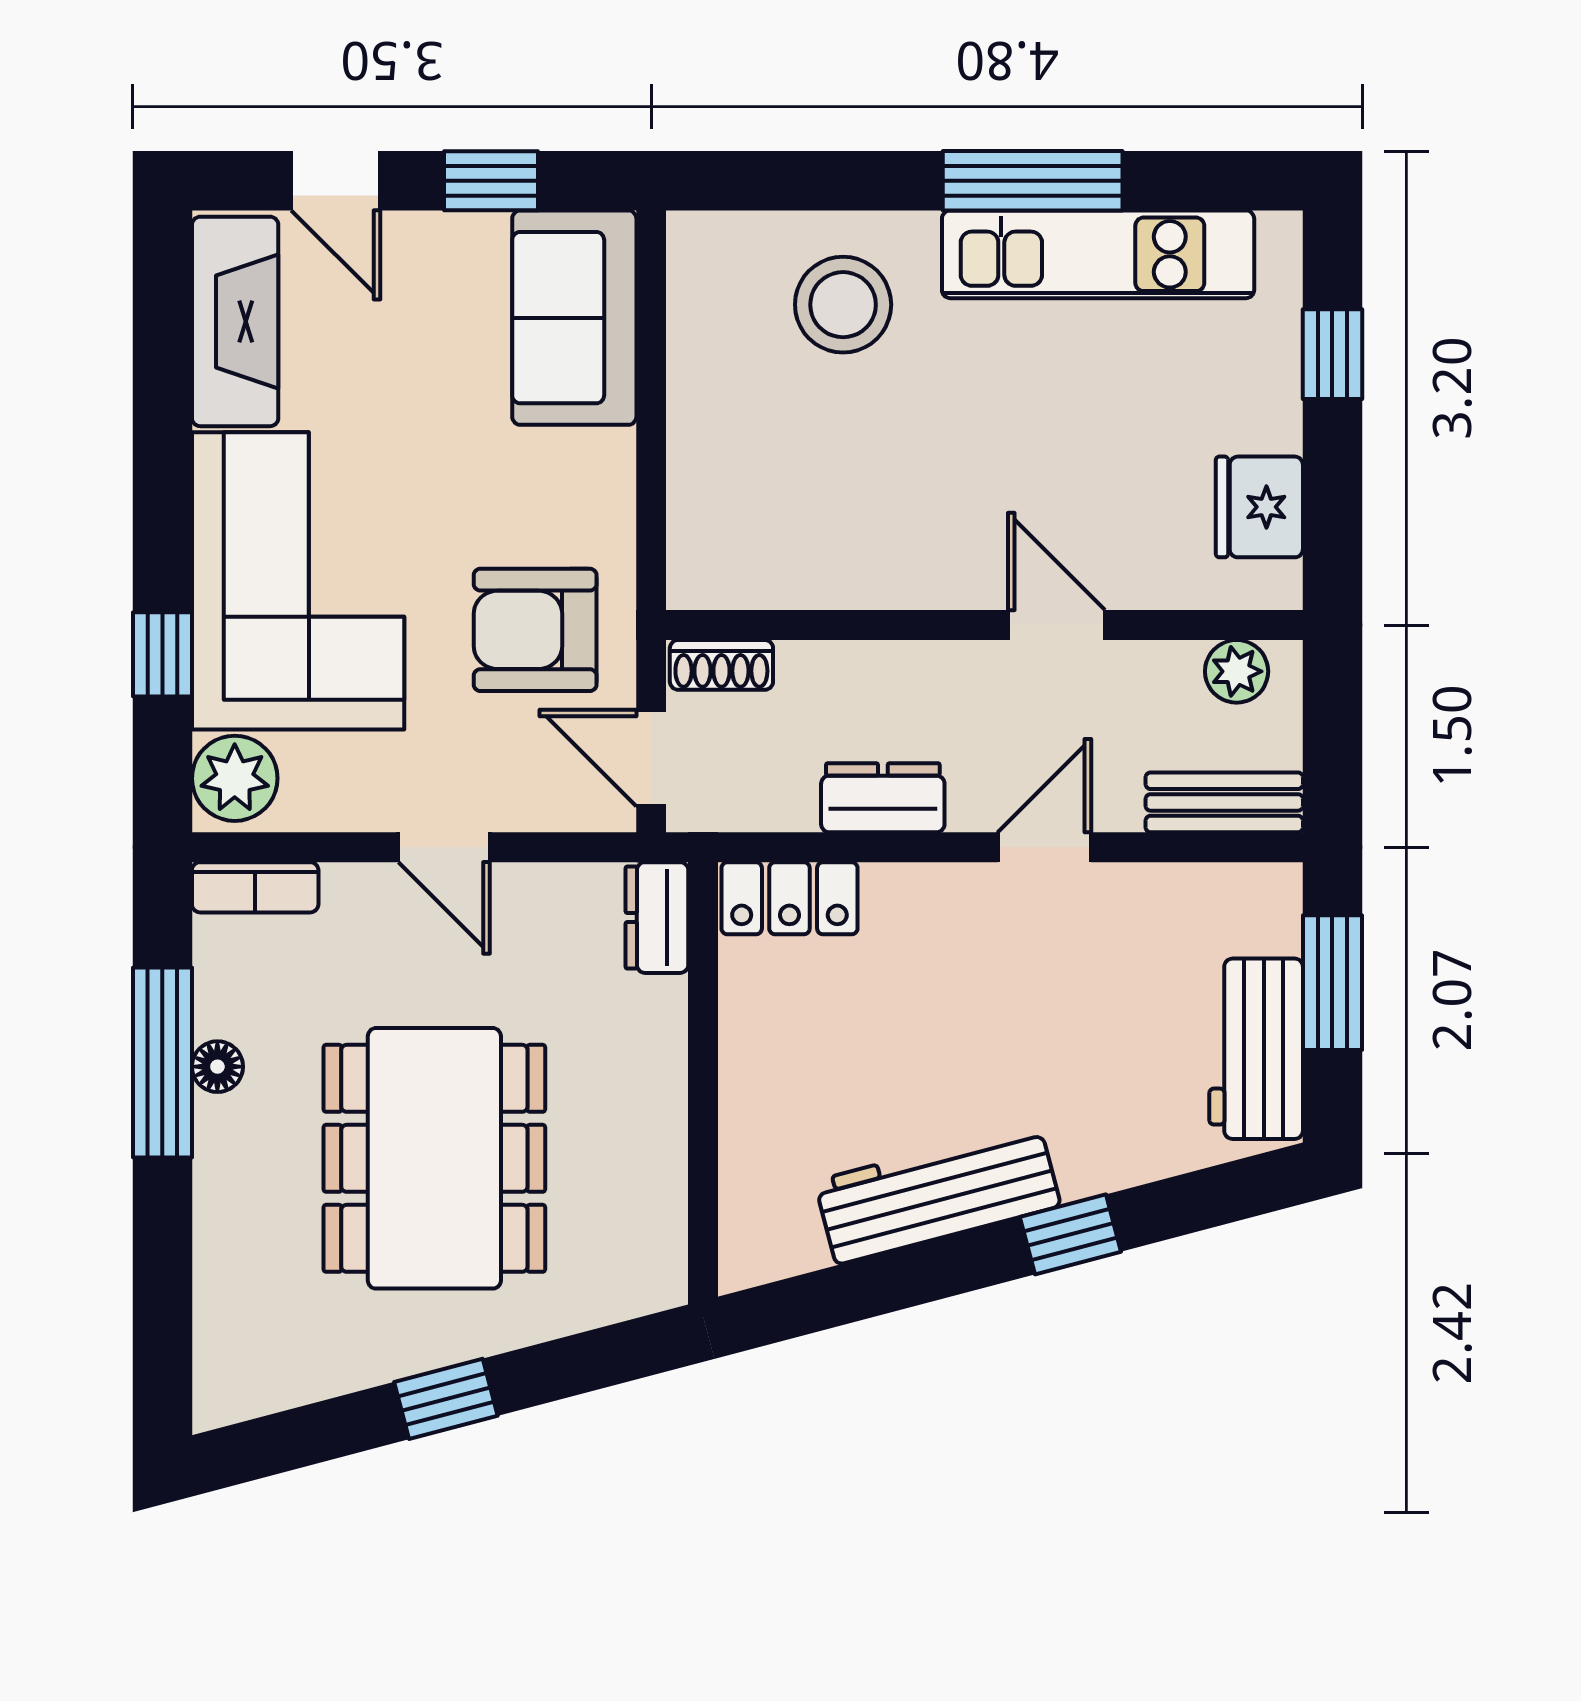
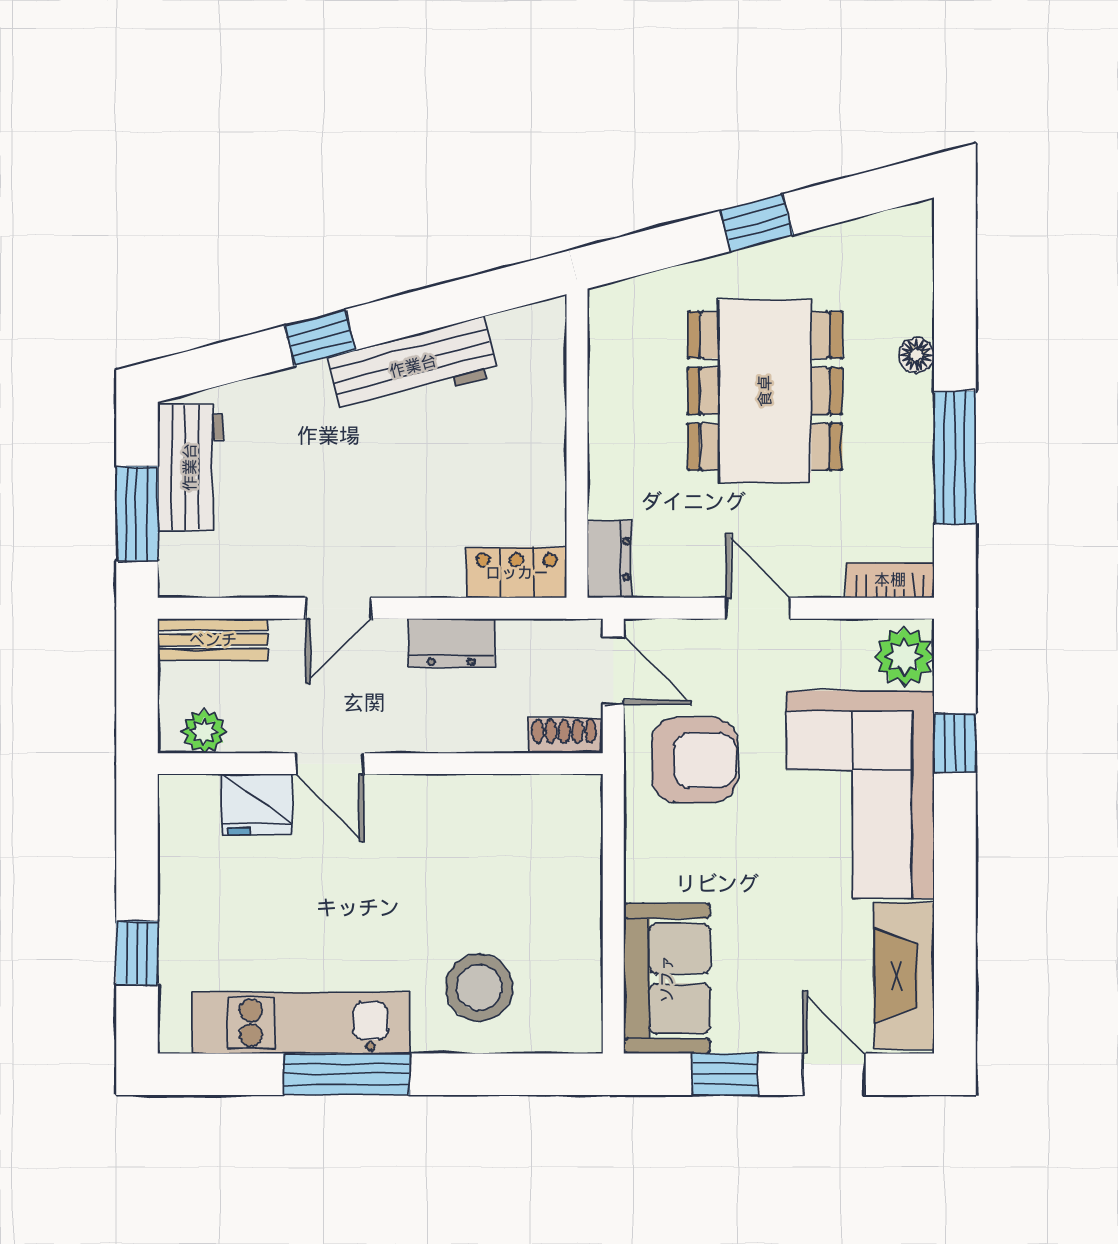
fridge: (1259, 507) -> (257, 804), moved, turned 90
floor lamp: (217, 1067) -> (916, 355), moved

